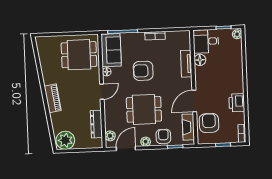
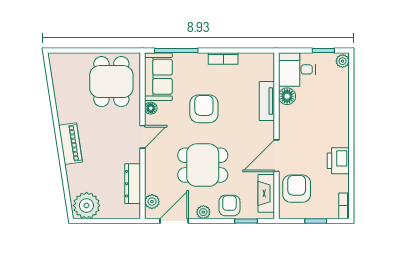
dining table: (79, 55) -> (111, 82), turned 90
armchair: (143, 71) -> (204, 109), turned 90

